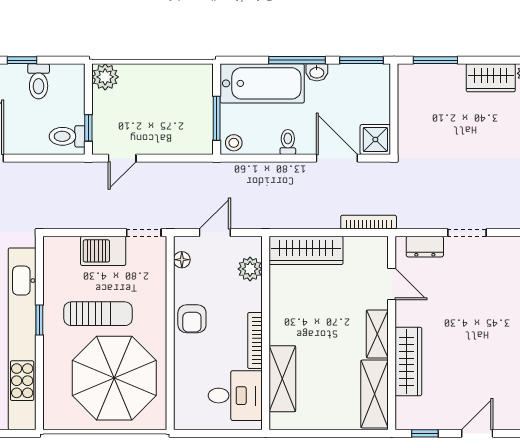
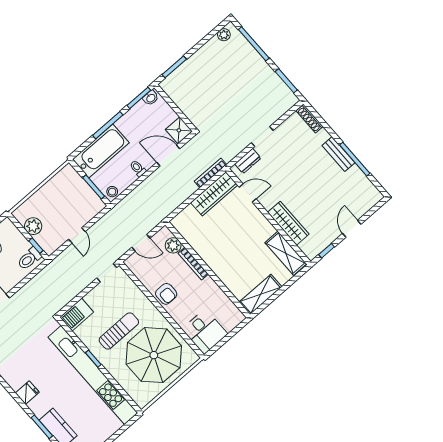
washbasin: (317, 72) -> (151, 98), moved
plant: (105, 77) -> (33, 226), moved
wardrobe: (491, 78) -> (208, 52), removed
door: (122, 158) -> (77, 235), moved
door: (215, 233) -> (141, 243), swing flipped
wardrobe: (306, 250) -> (214, 194), moved
barbecue: (103, 251) -> (77, 314), moved
floor lamp: (182, 260) -> (136, 270), removed
shelving: (377, 334) -> (262, 223), removed
bookcase: (255, 341) -> (193, 264), moved
shelving: (282, 379) -> (260, 294), moved, turned 90
desk: (235, 396) -> (205, 332), moved, turned 90

